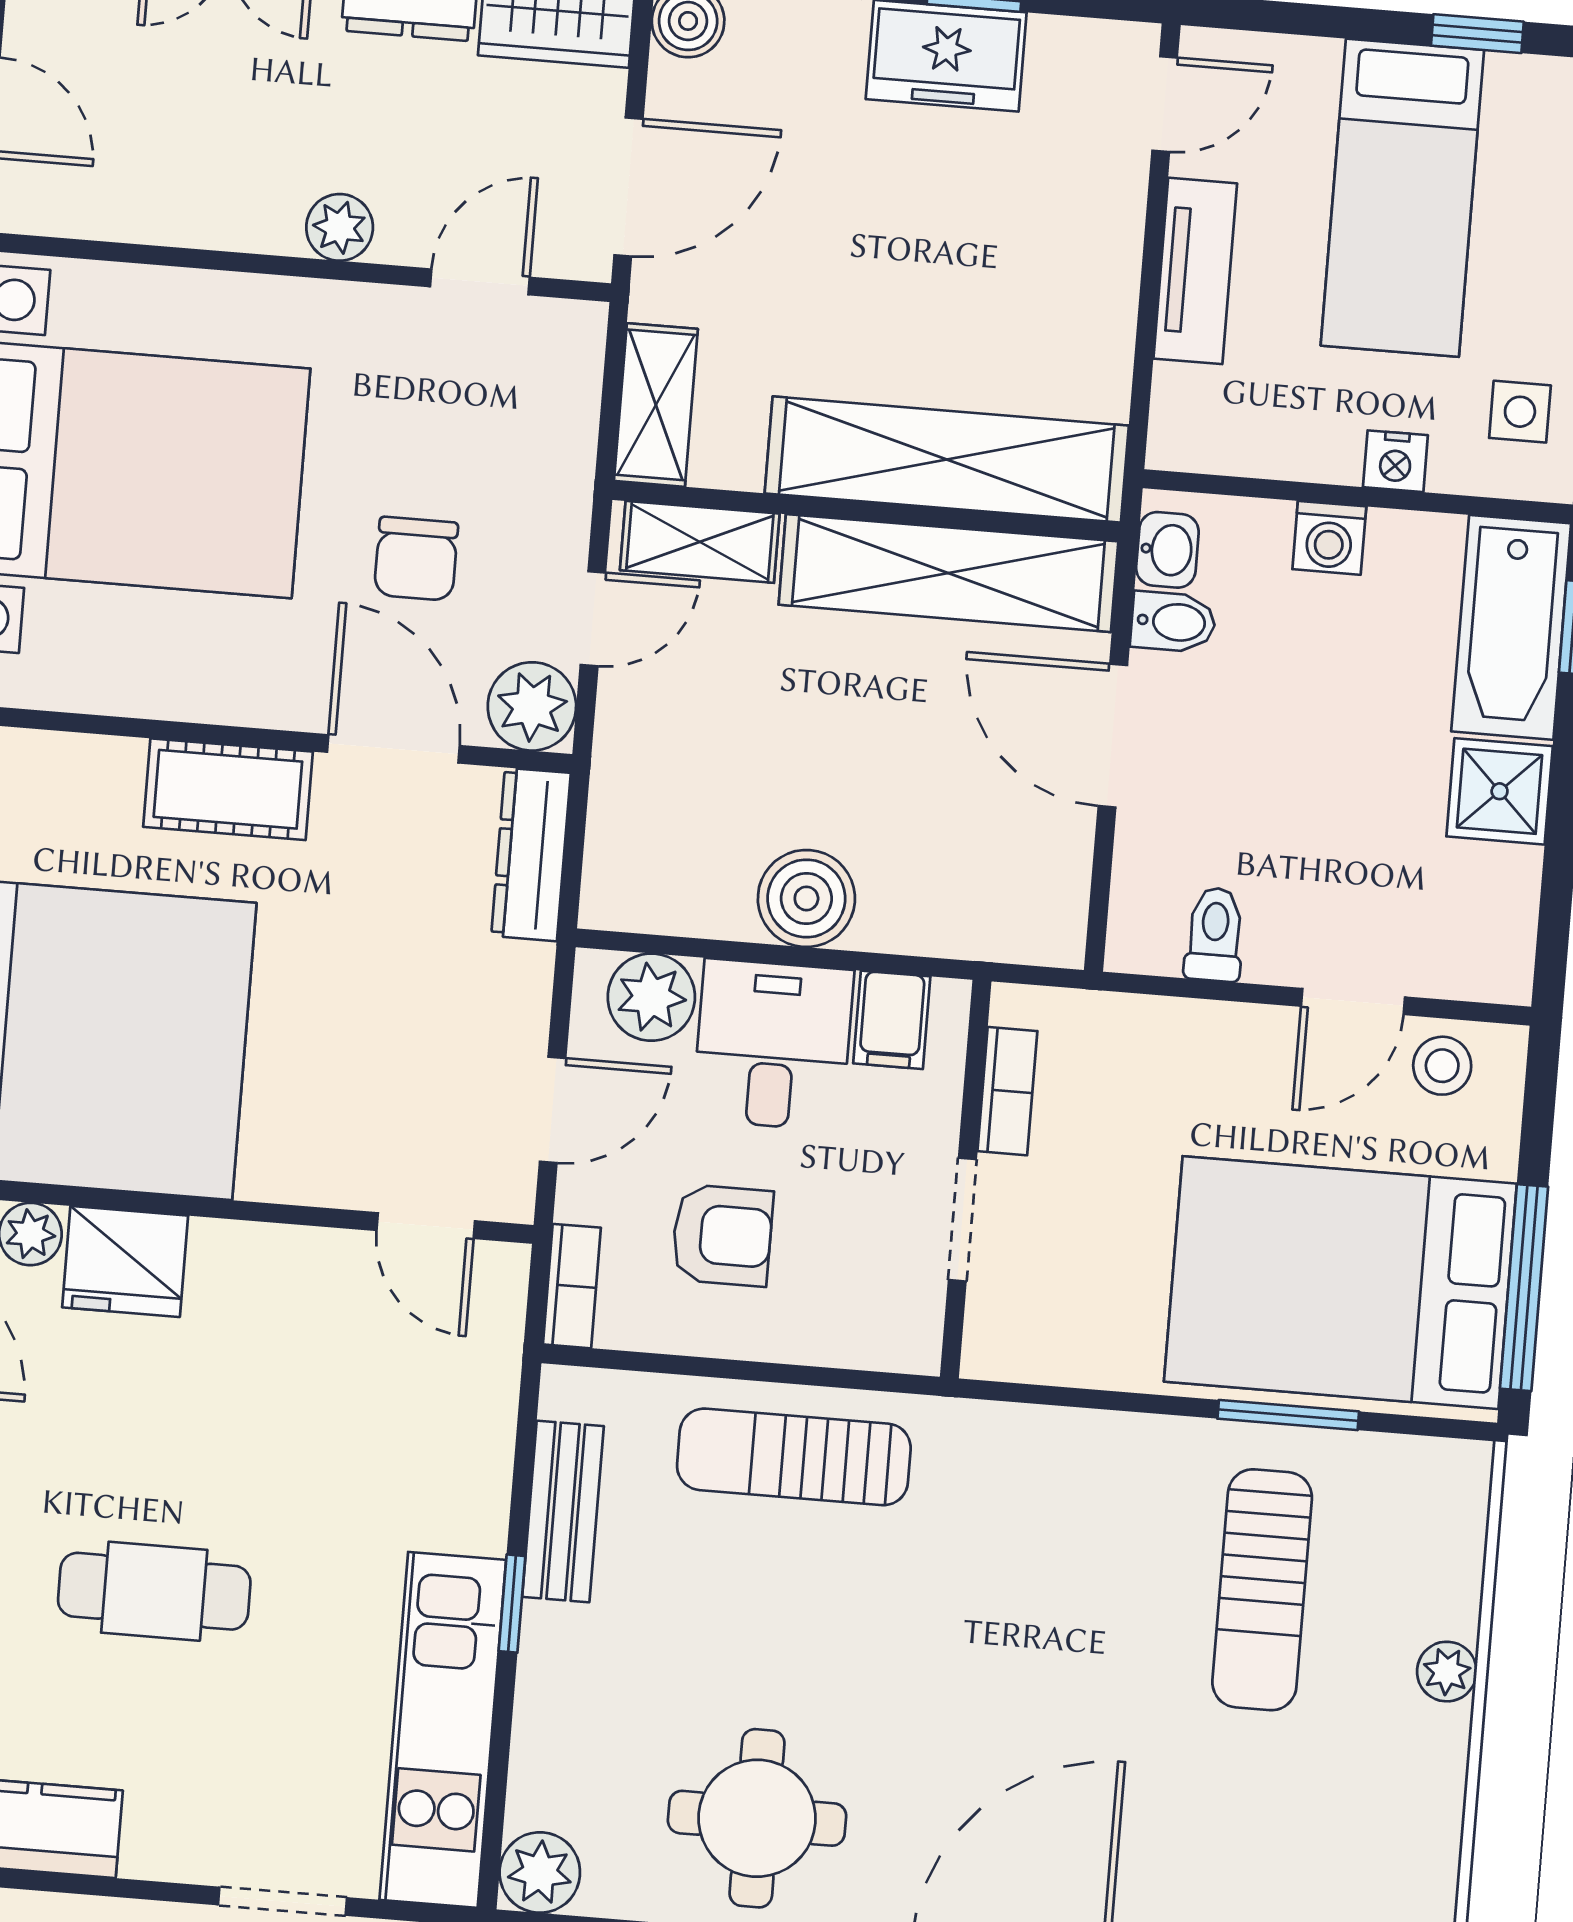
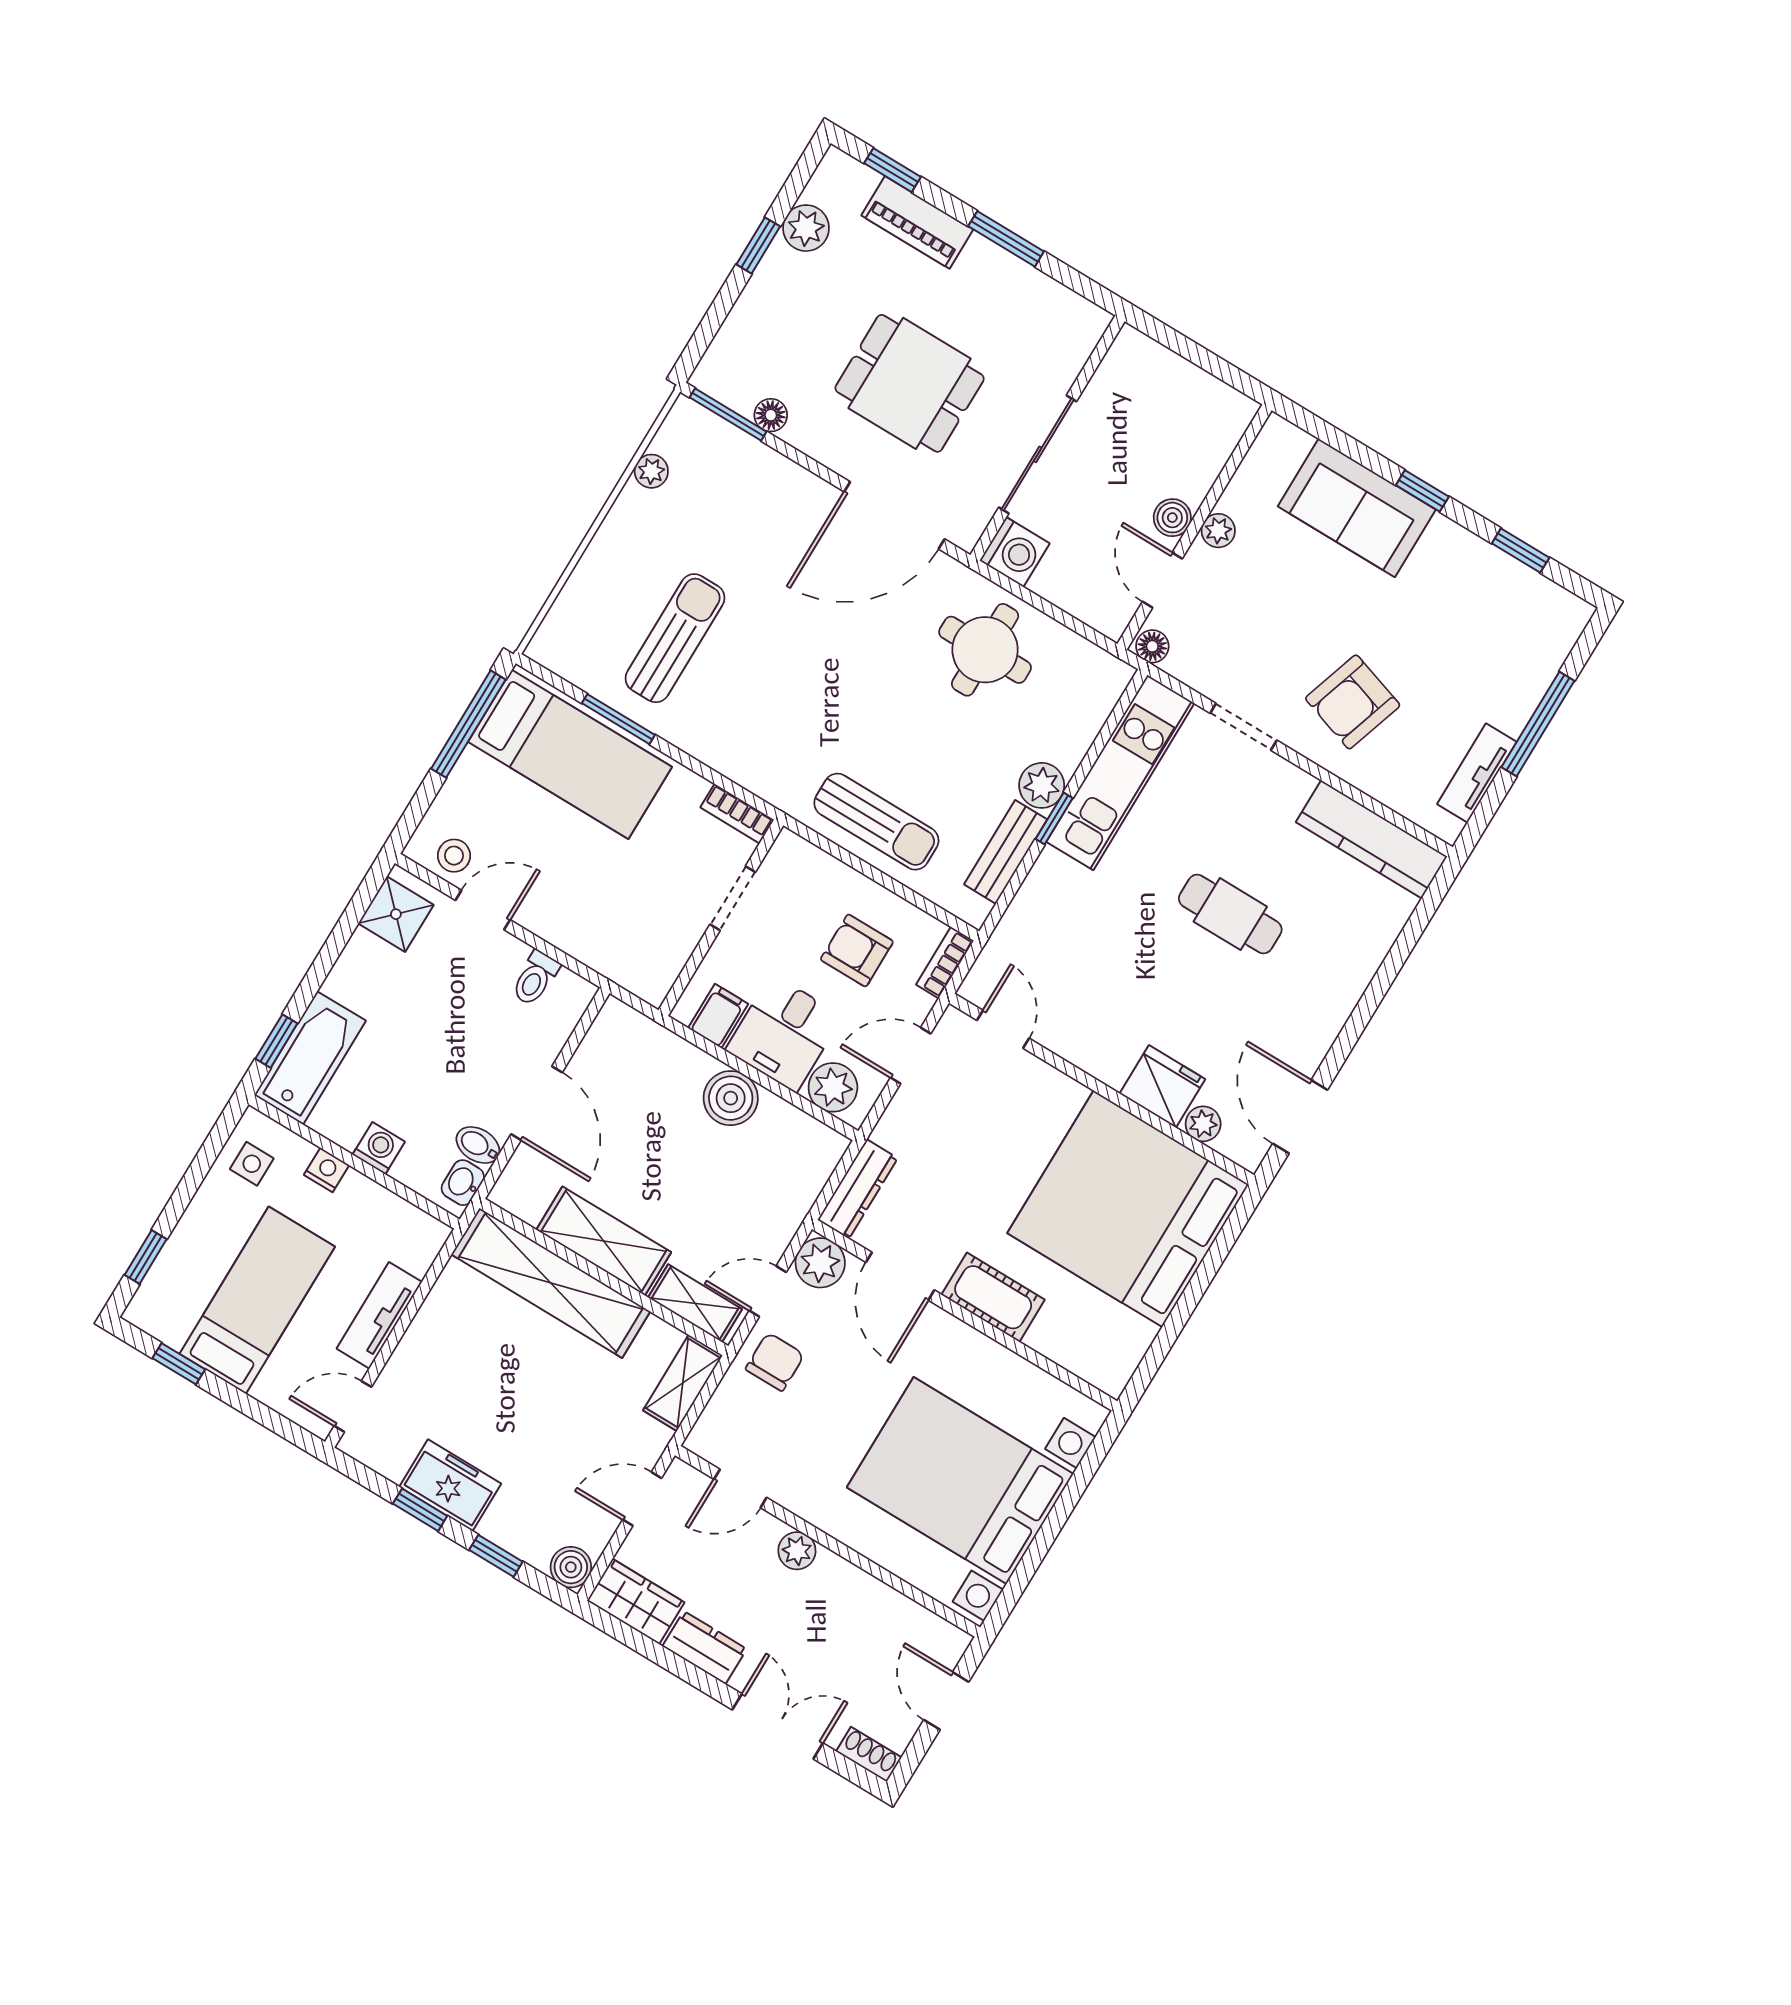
door: (628, 187) -> (642, 1499), width x0.73
chair: (416, 559) -> (775, 1362), moved
shelving: (948, 573) -> (604, 1241), width x0.68
shower: (1500, 791) -> (396, 914), moved
bookcase: (1007, 1091) -> (737, 814), moved, turned -90
bed: (1340, 1283) -> (570, 754), width x0.67
plant: (1447, 1672) -> (651, 471), moved
plant: (540, 1873) -> (1042, 785), moved

